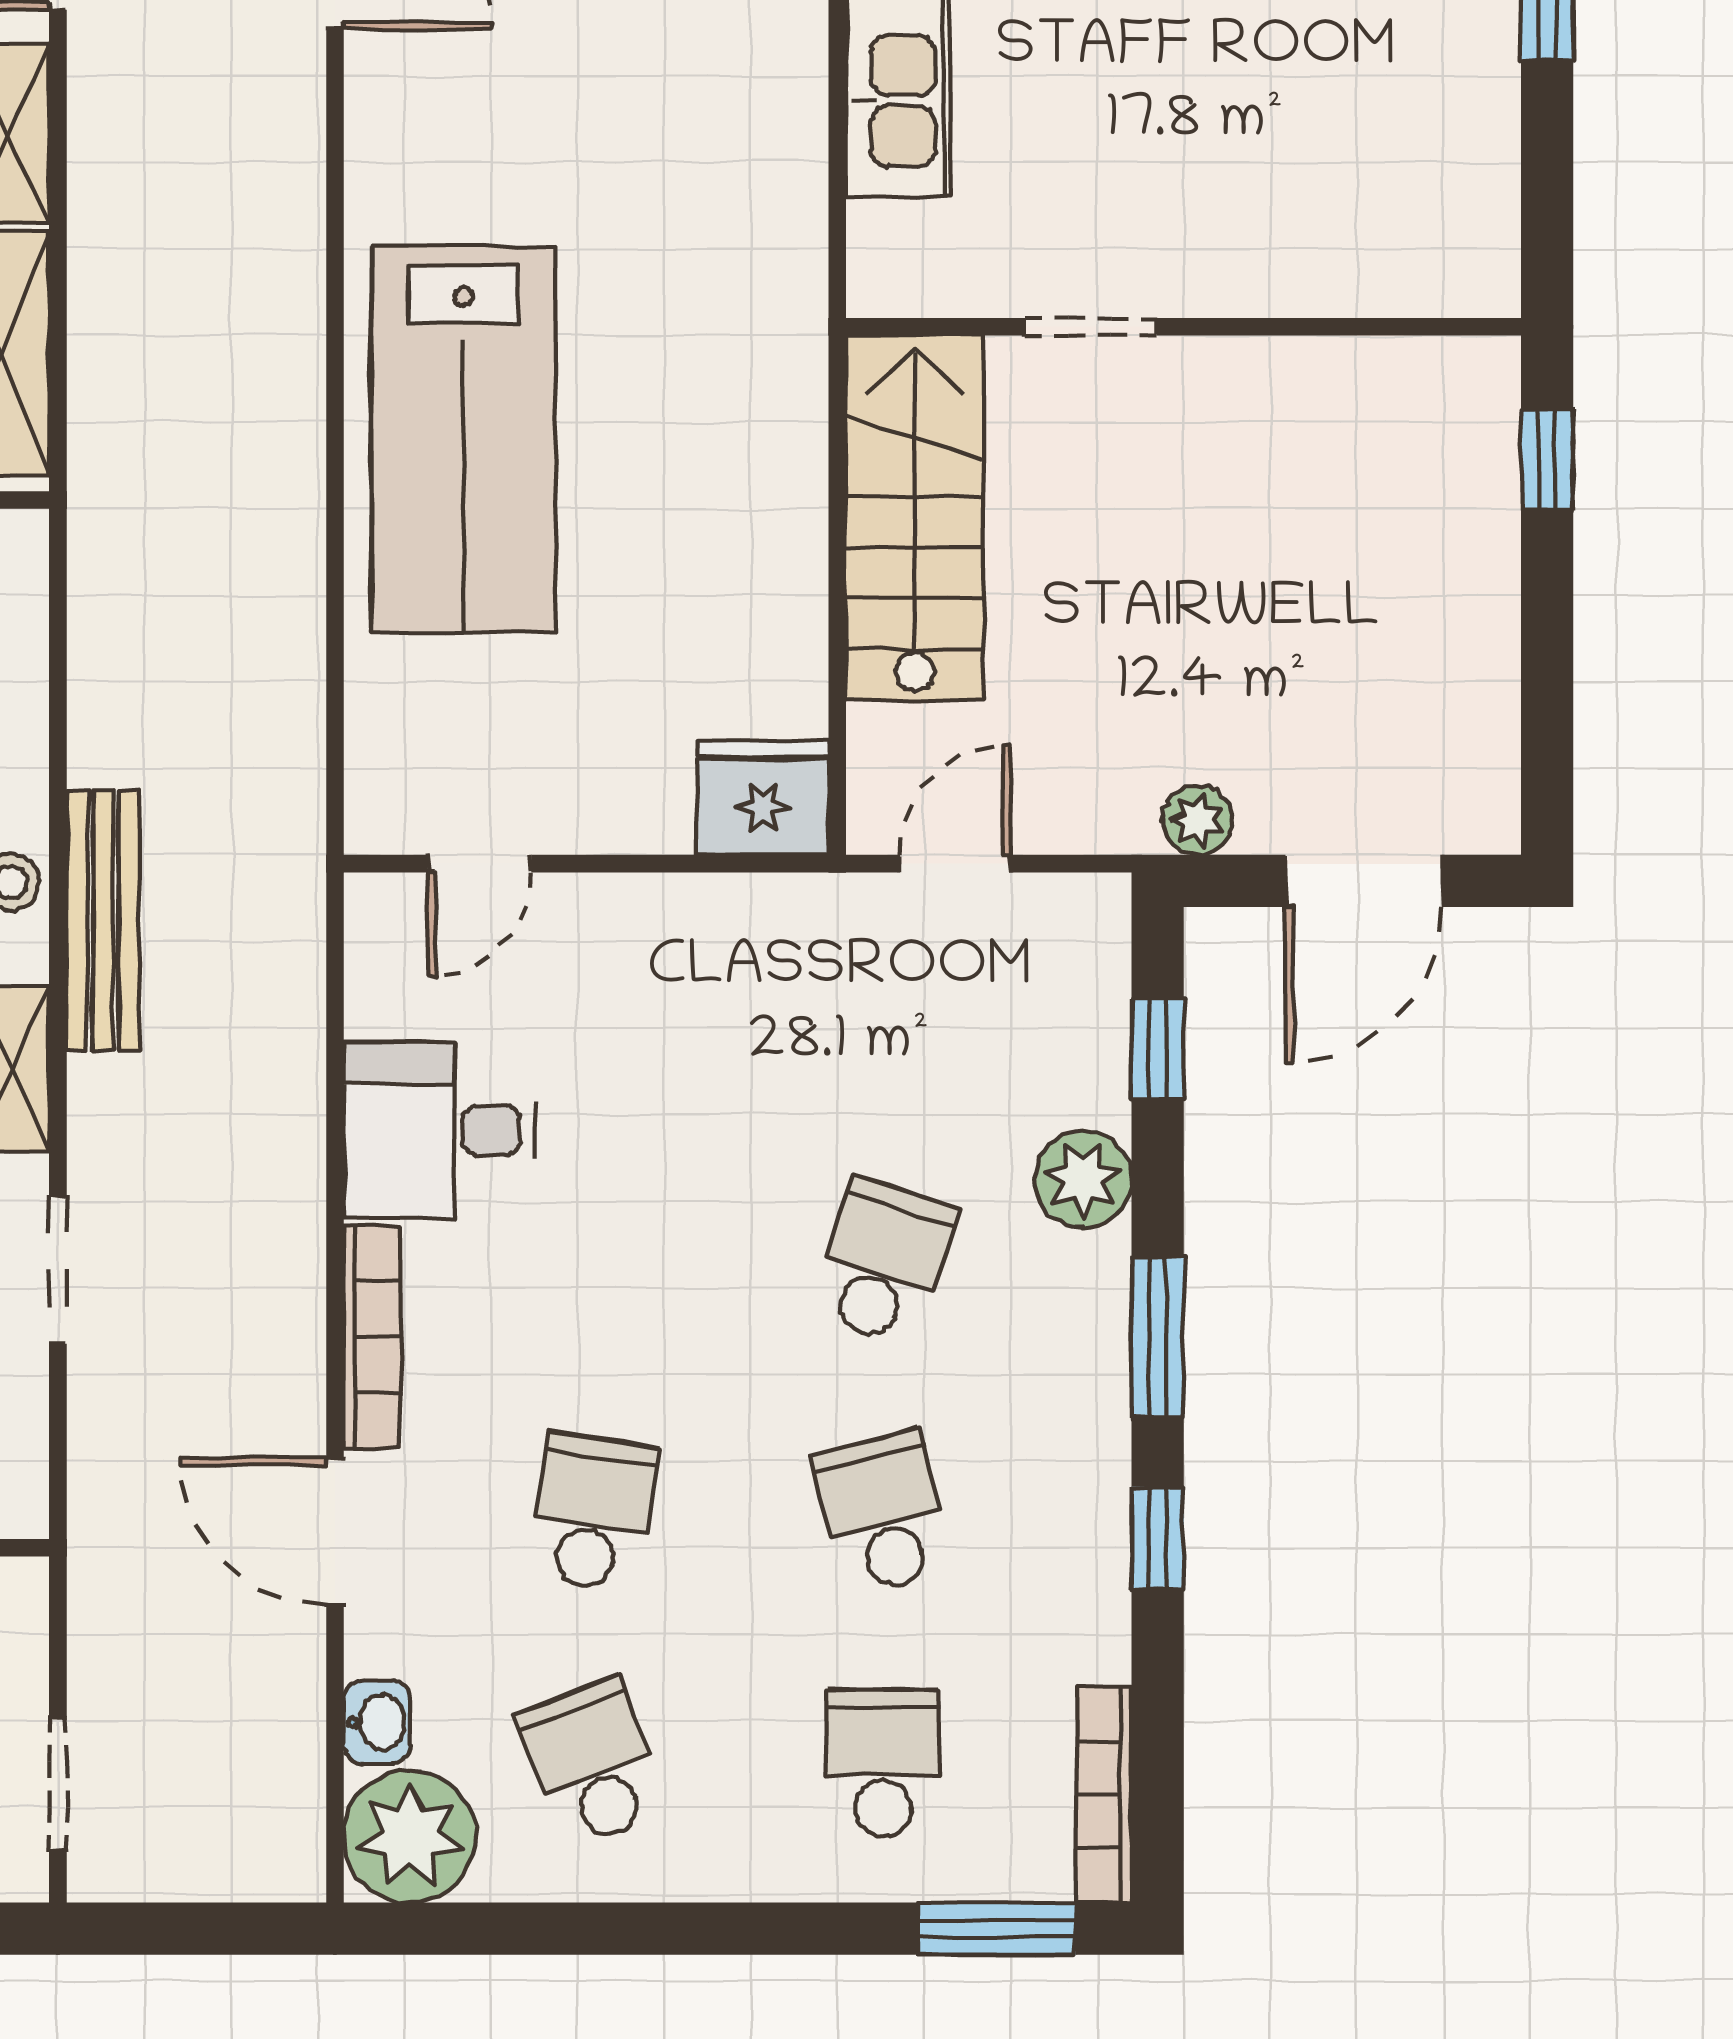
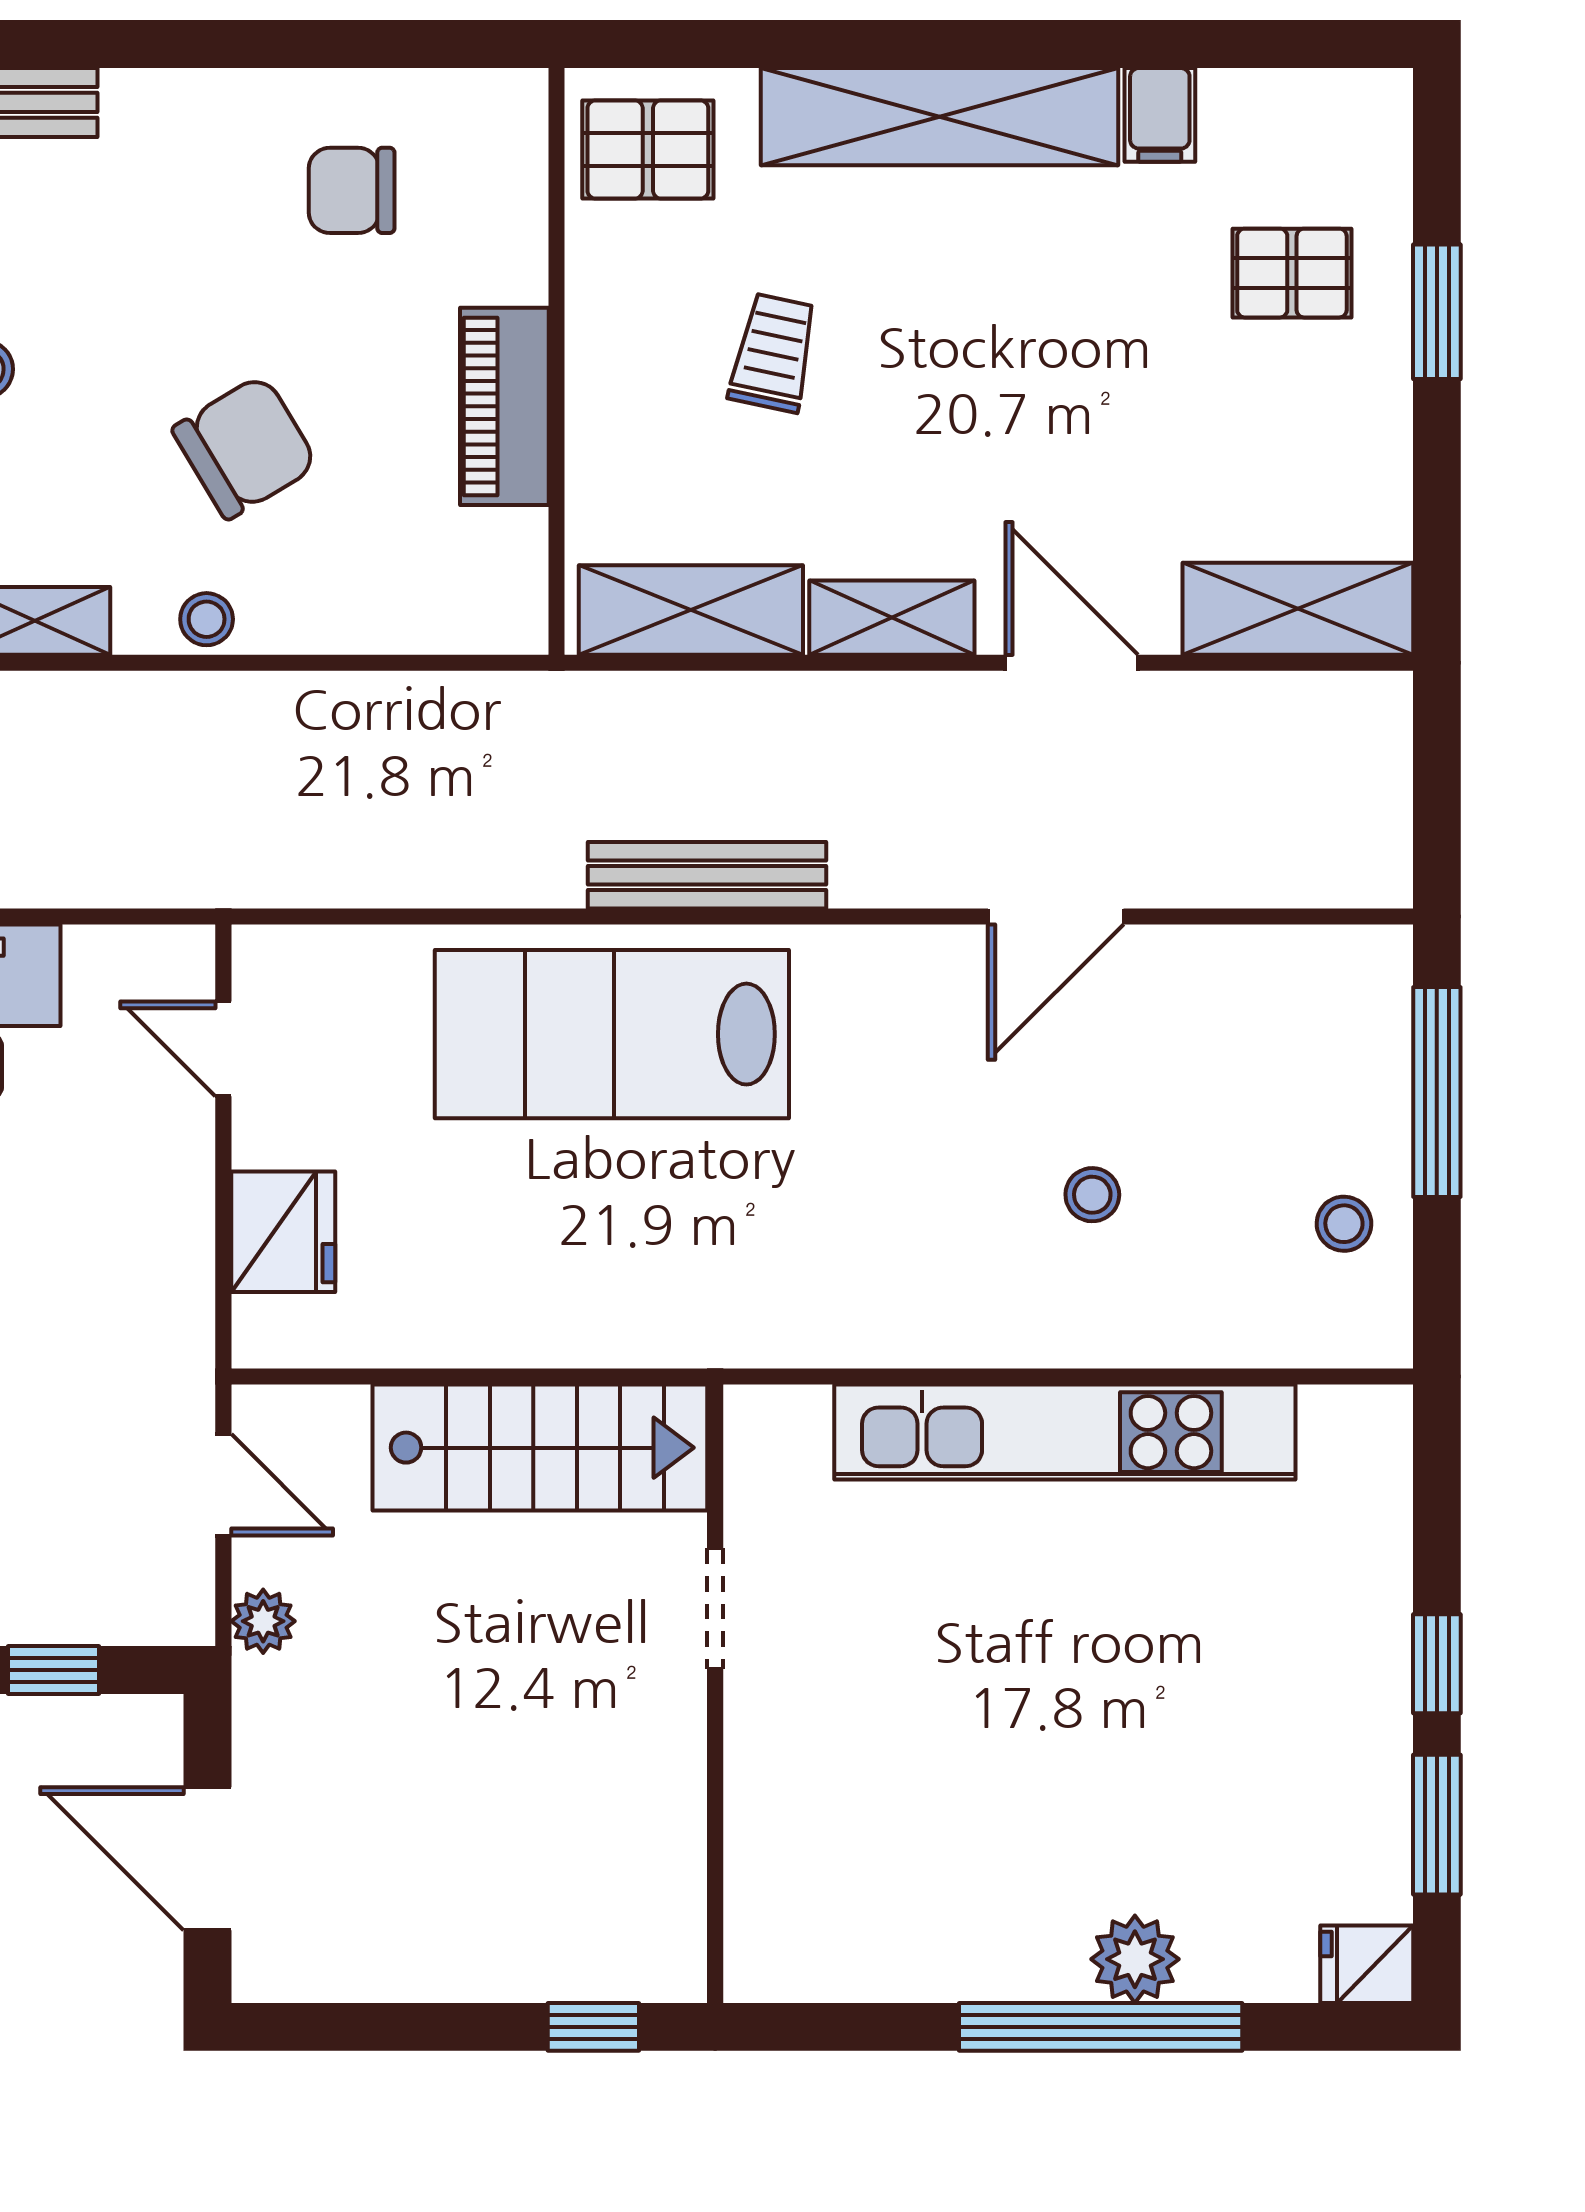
fridge: (763, 798) -> (283, 1232), moved
plant: (1197, 820) -> (263, 1621), moved
bench: (103, 921) -> (707, 875), moved

